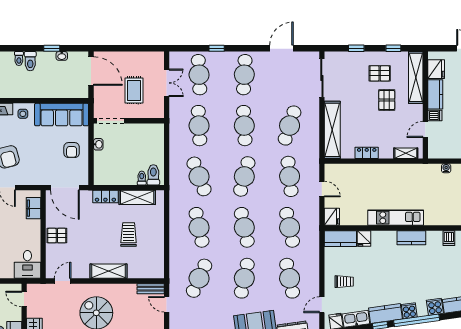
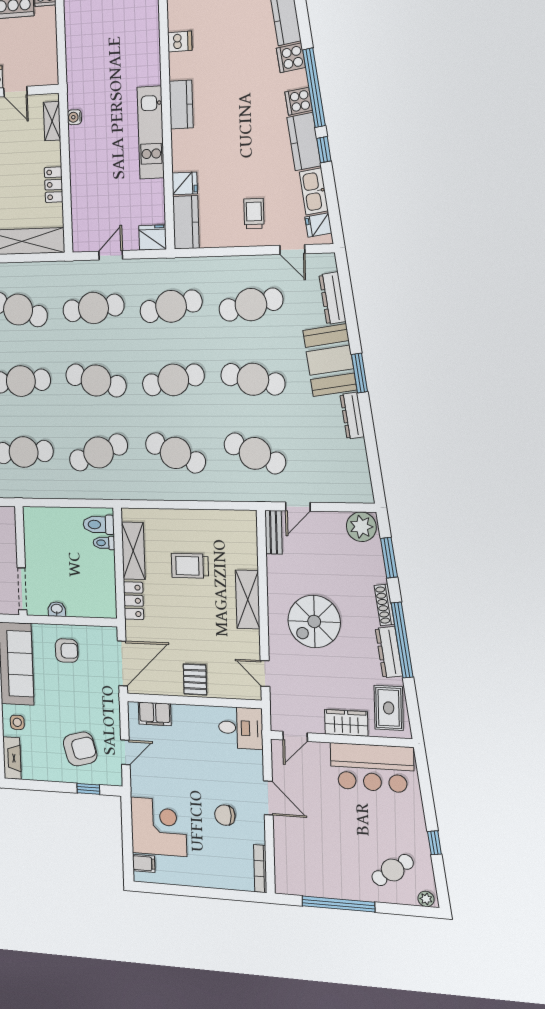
water cooler: (446, 168) -> (74, 117), moved
cafe table: (199, 227) -> (176, 453), turned 36

